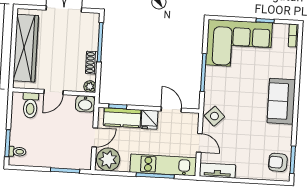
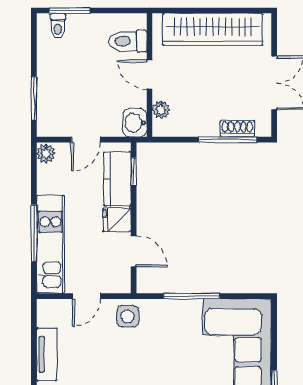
shoe rack: (92, 63) -> (237, 129), moved
plant: (90, 86) -> (161, 110), moved
door: (171, 110) -> (134, 251), hinge flipped
side table: (214, 116) -> (128, 316), turned 45
door: (95, 137) -> (86, 140), hinge flipped
plant: (108, 159) -> (46, 154), width x0.53, depth x0.53
tv unit: (217, 171) -> (47, 354), moved

